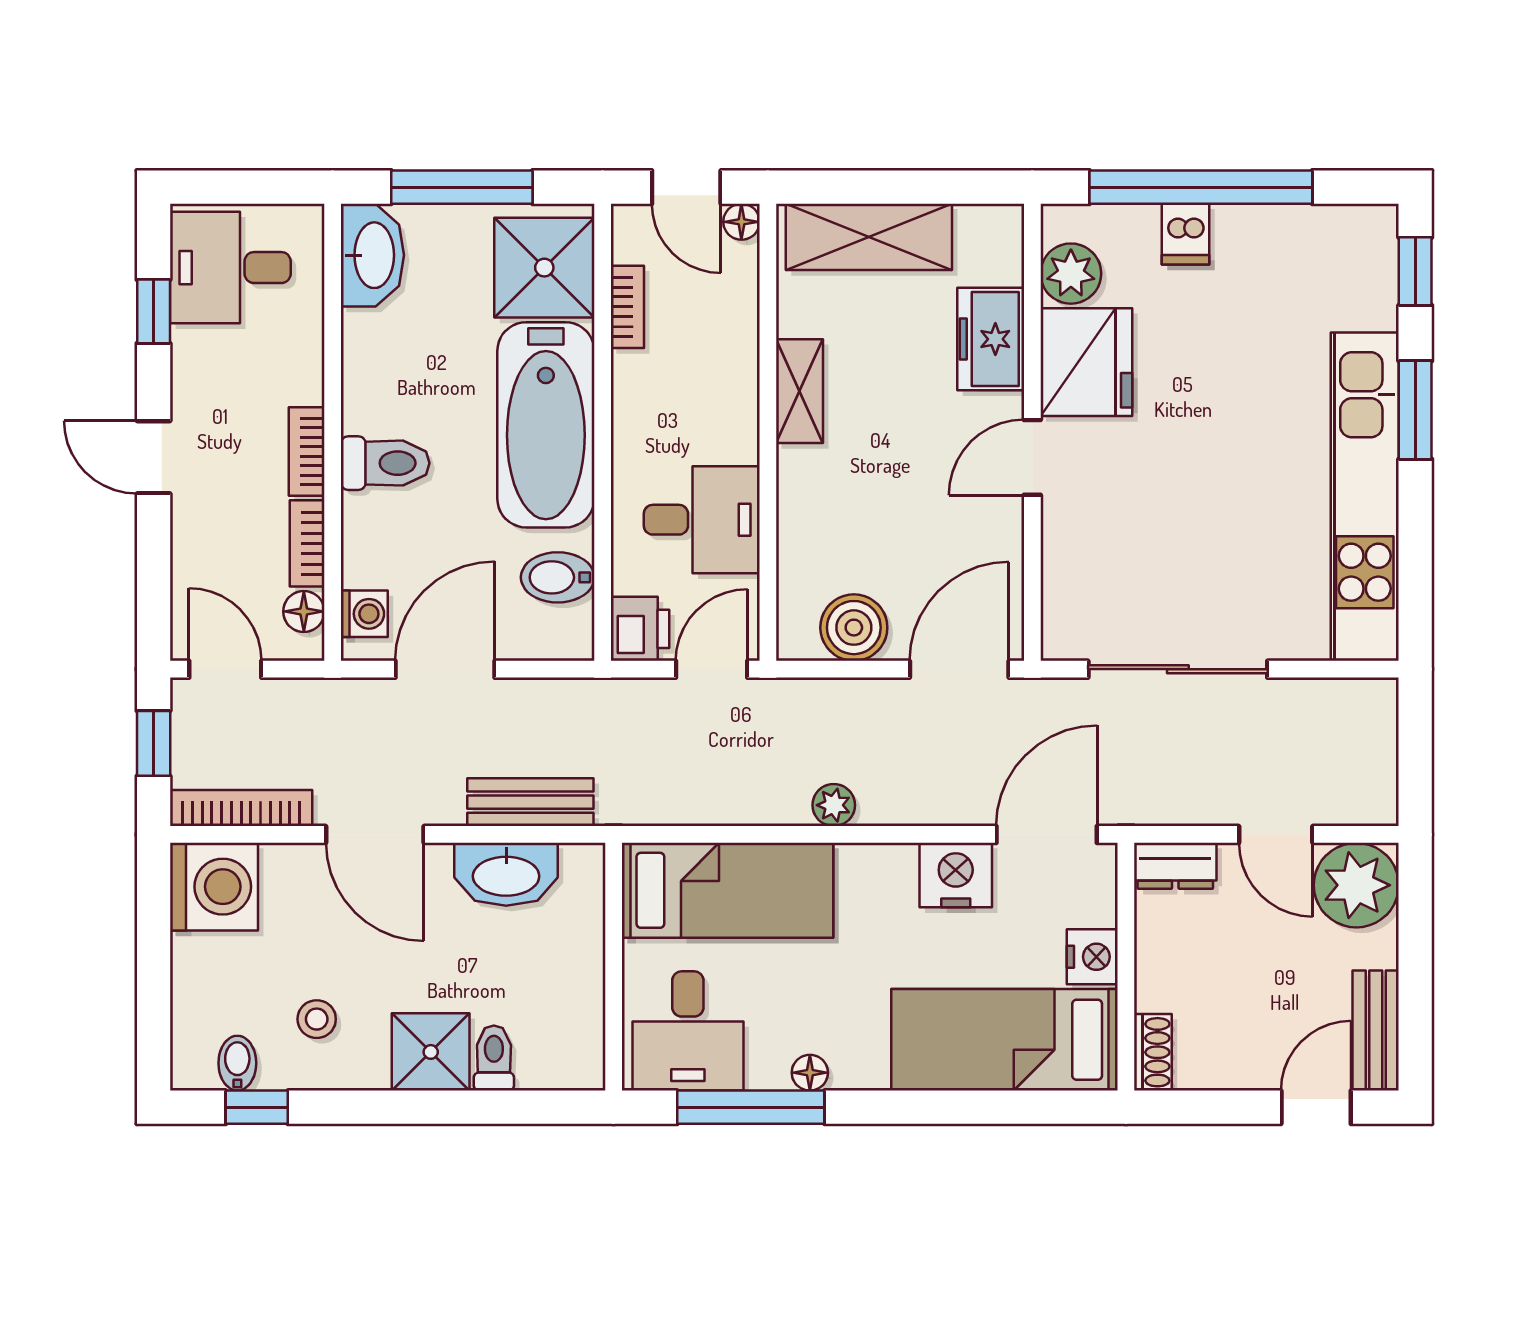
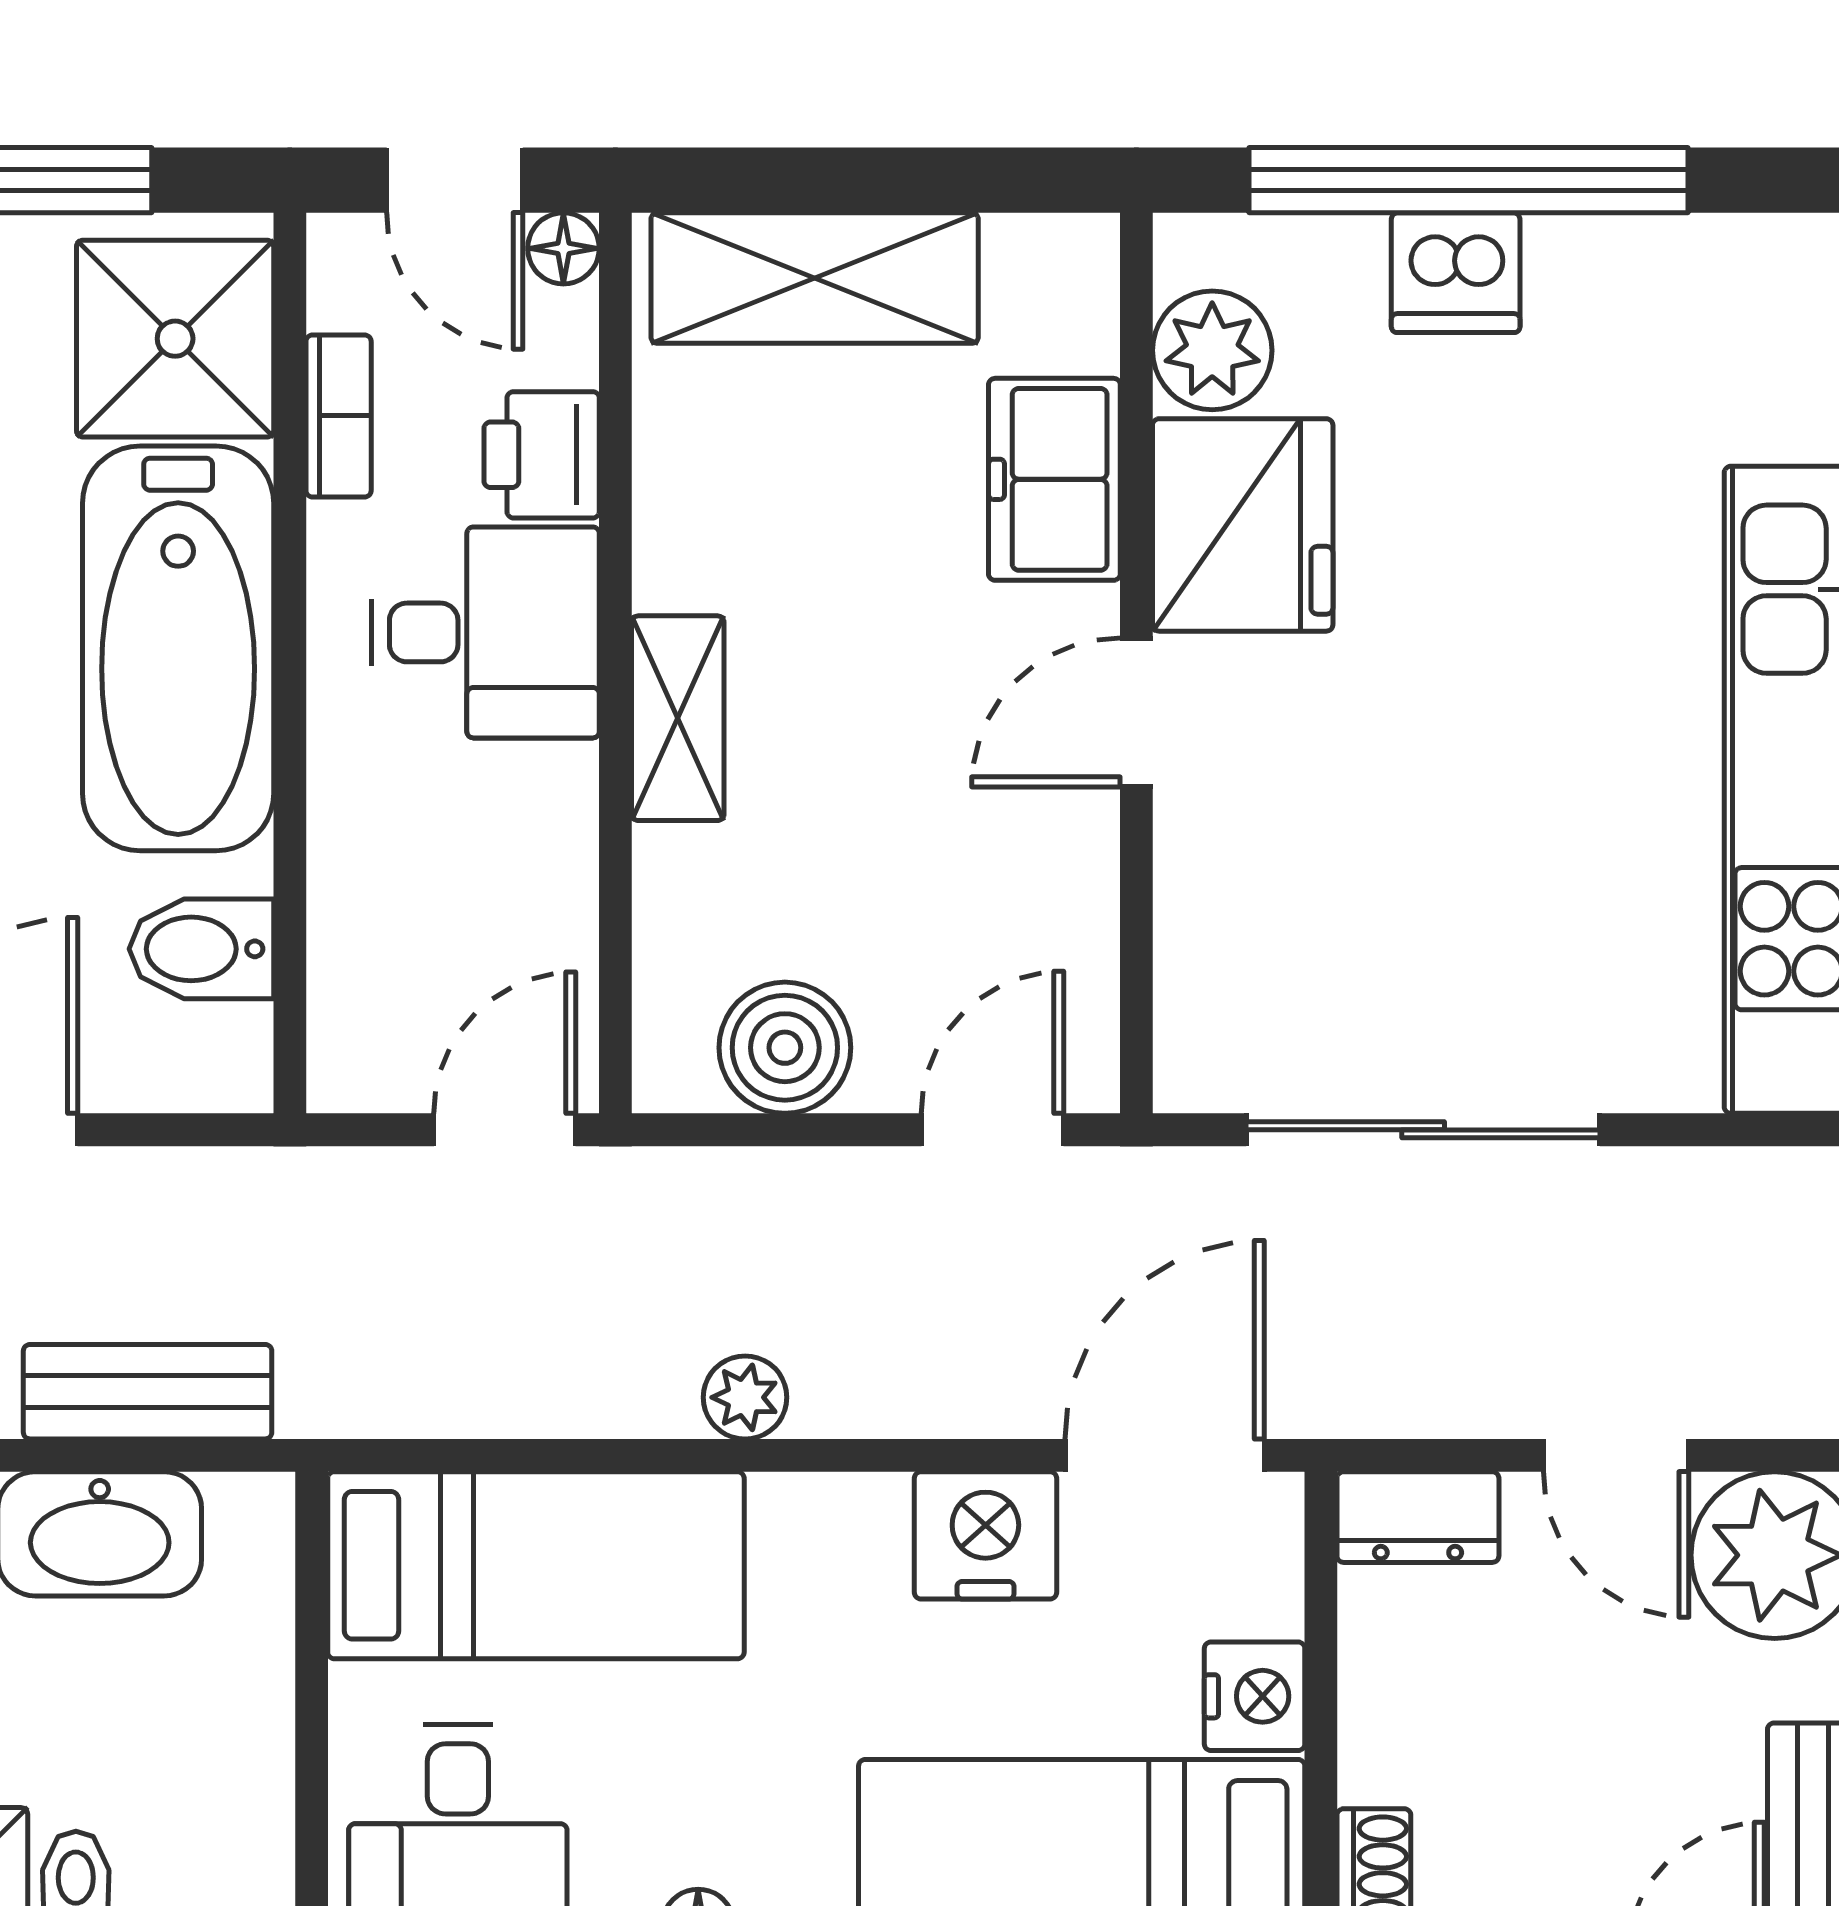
dishwasher: (1185, 234) -> (1456, 273), width x1.38
shelving: (800, 391) -> (678, 718), moved
desk: (702, 520) -> (485, 632), moved
printer: (640, 629) -> (542, 455), moved, turned 180
door: (959, 669) -> (992, 1130), width x0.73

